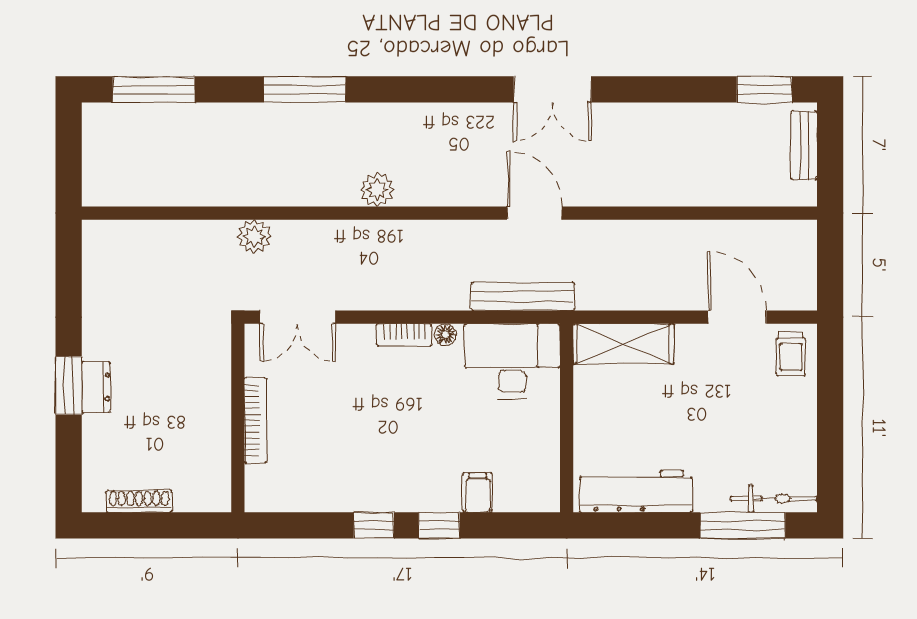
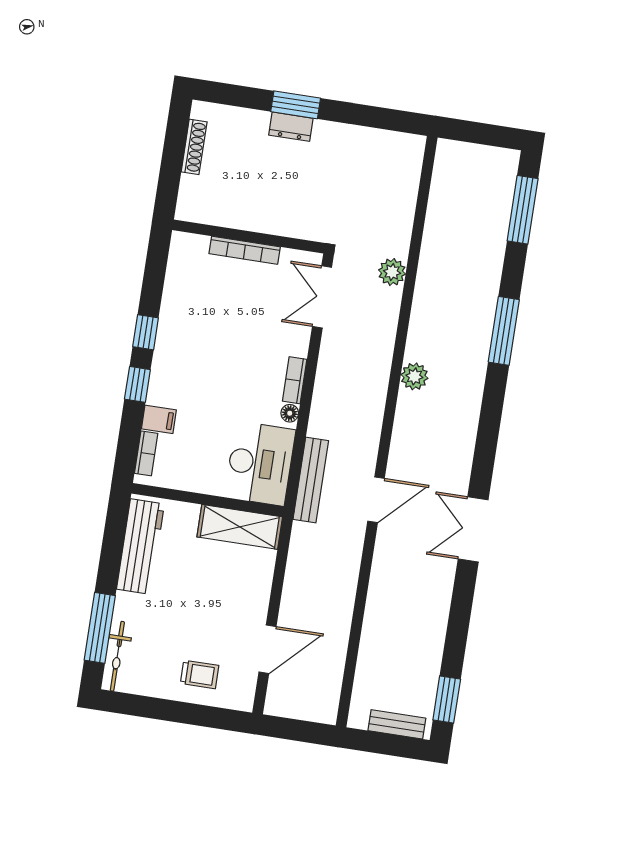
shelving: (623, 344) -> (240, 527), moved, turned 90
trolley: (791, 354) -> (200, 674), moved, turned 180
bookcase: (521, 502) -> (146, 453), added

